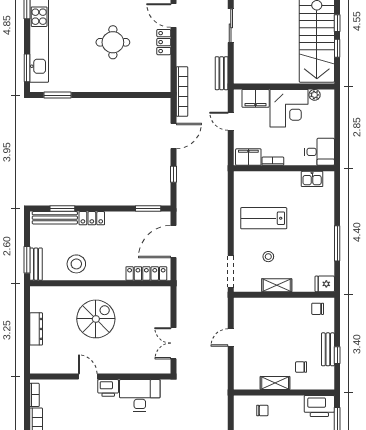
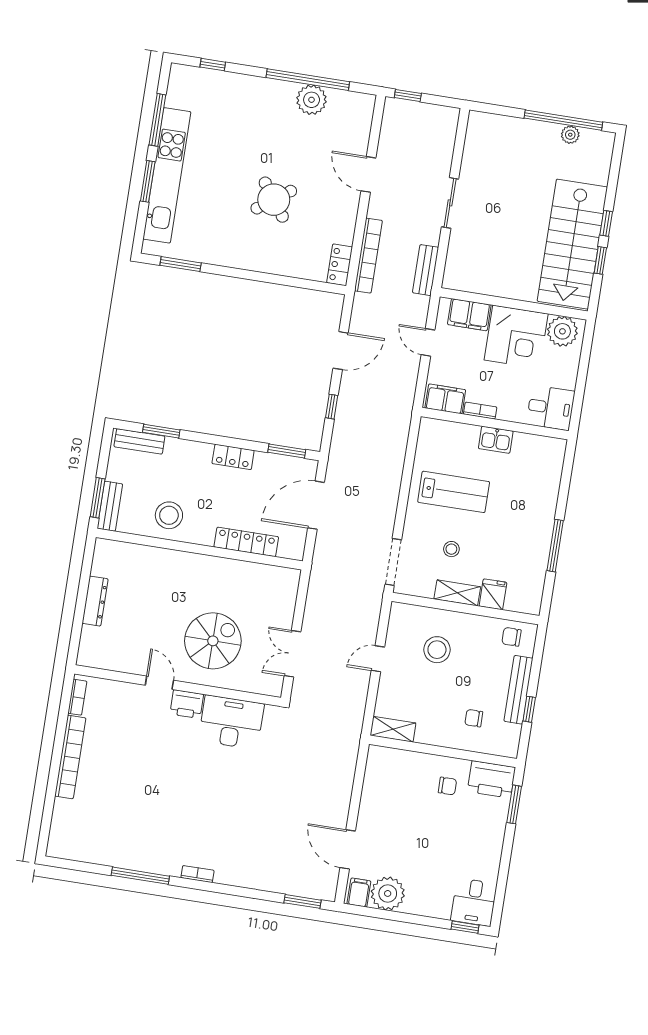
round table: (113, 42) -> (274, 200), turned -36
locker: (164, 42) -> (340, 265), moved
window: (27, 68) -> (148, 181), moved
bookcase: (182, 92) -> (368, 256), moved
plant: (315, 95) -> (562, 331), width x1.87, depth x1.87
kitchen sink: (312, 179) -> (496, 440), moved
bench: (55, 218) -> (139, 441), width x0.73
locker: (92, 218) -> (233, 457), moved
lab bench: (264, 218) -> (454, 492), turned 180
locker: (146, 273) -> (246, 542), moved
fridge: (325, 284) -> (493, 594), moved, turned 90
spiral stairs: (96, 319) -> (213, 641), moved
stool: (269, 325) -> (437, 650), added
bench: (328, 349) -> (518, 690), width x1.36
shelving: (275, 383) -> (393, 729), moved
chair: (262, 411) -> (447, 786), moved

